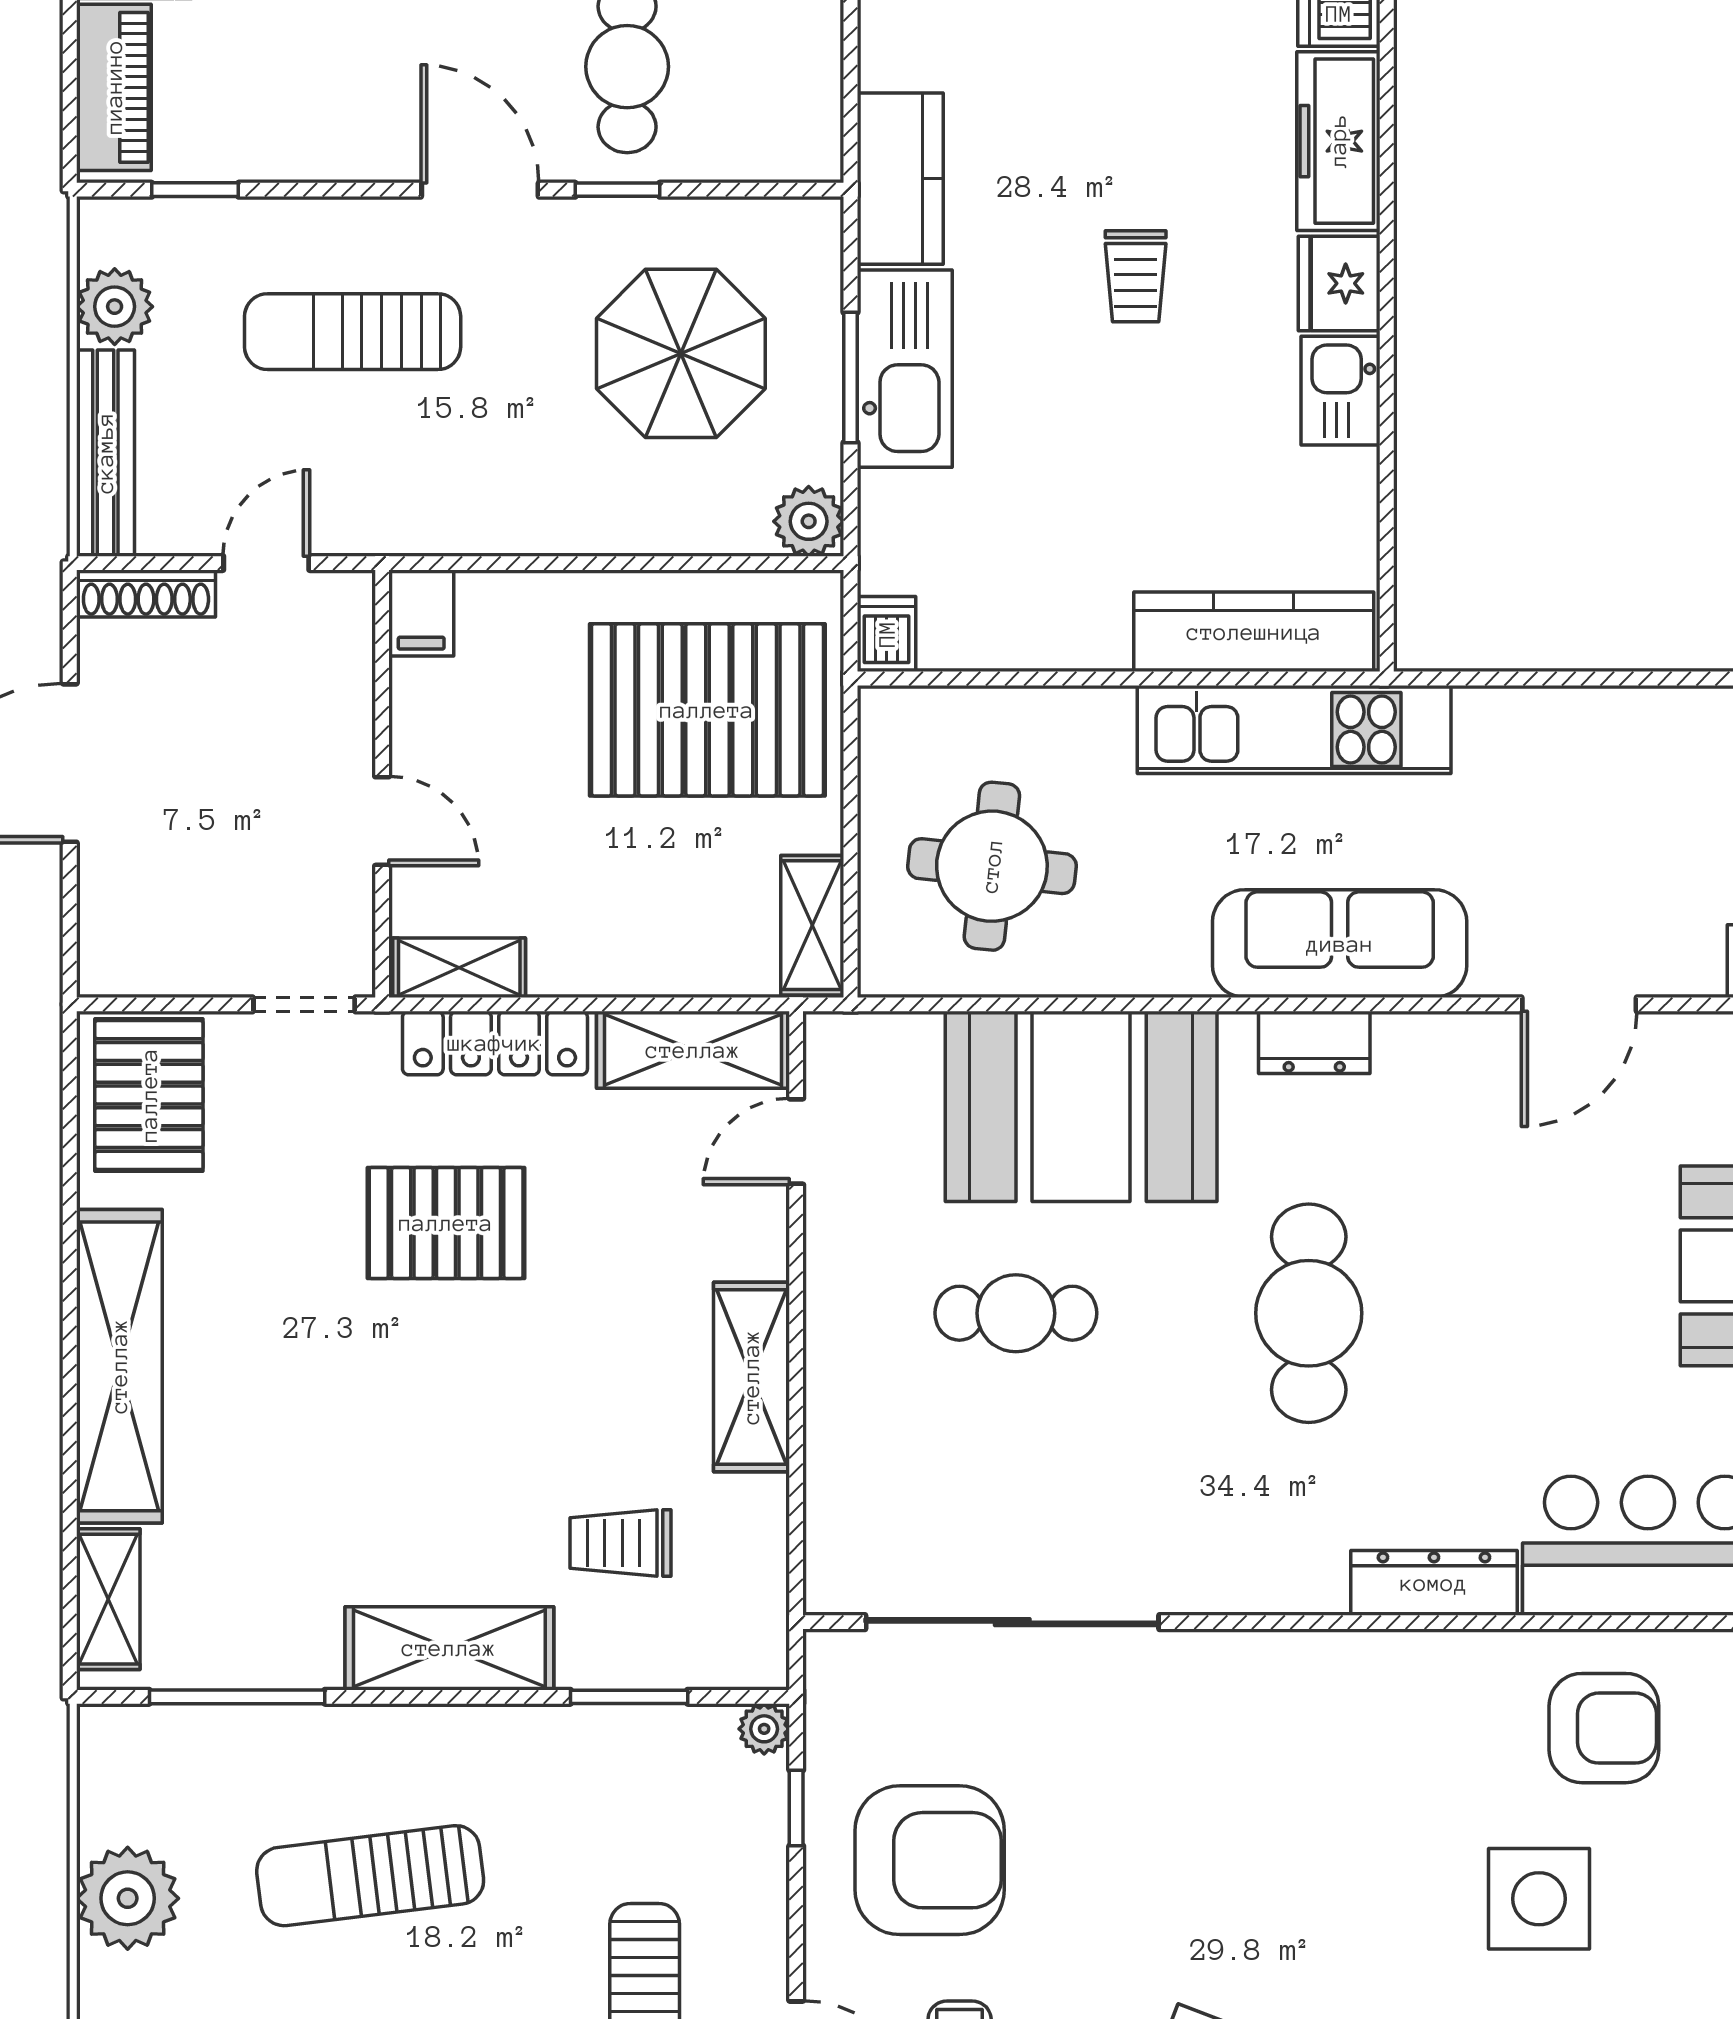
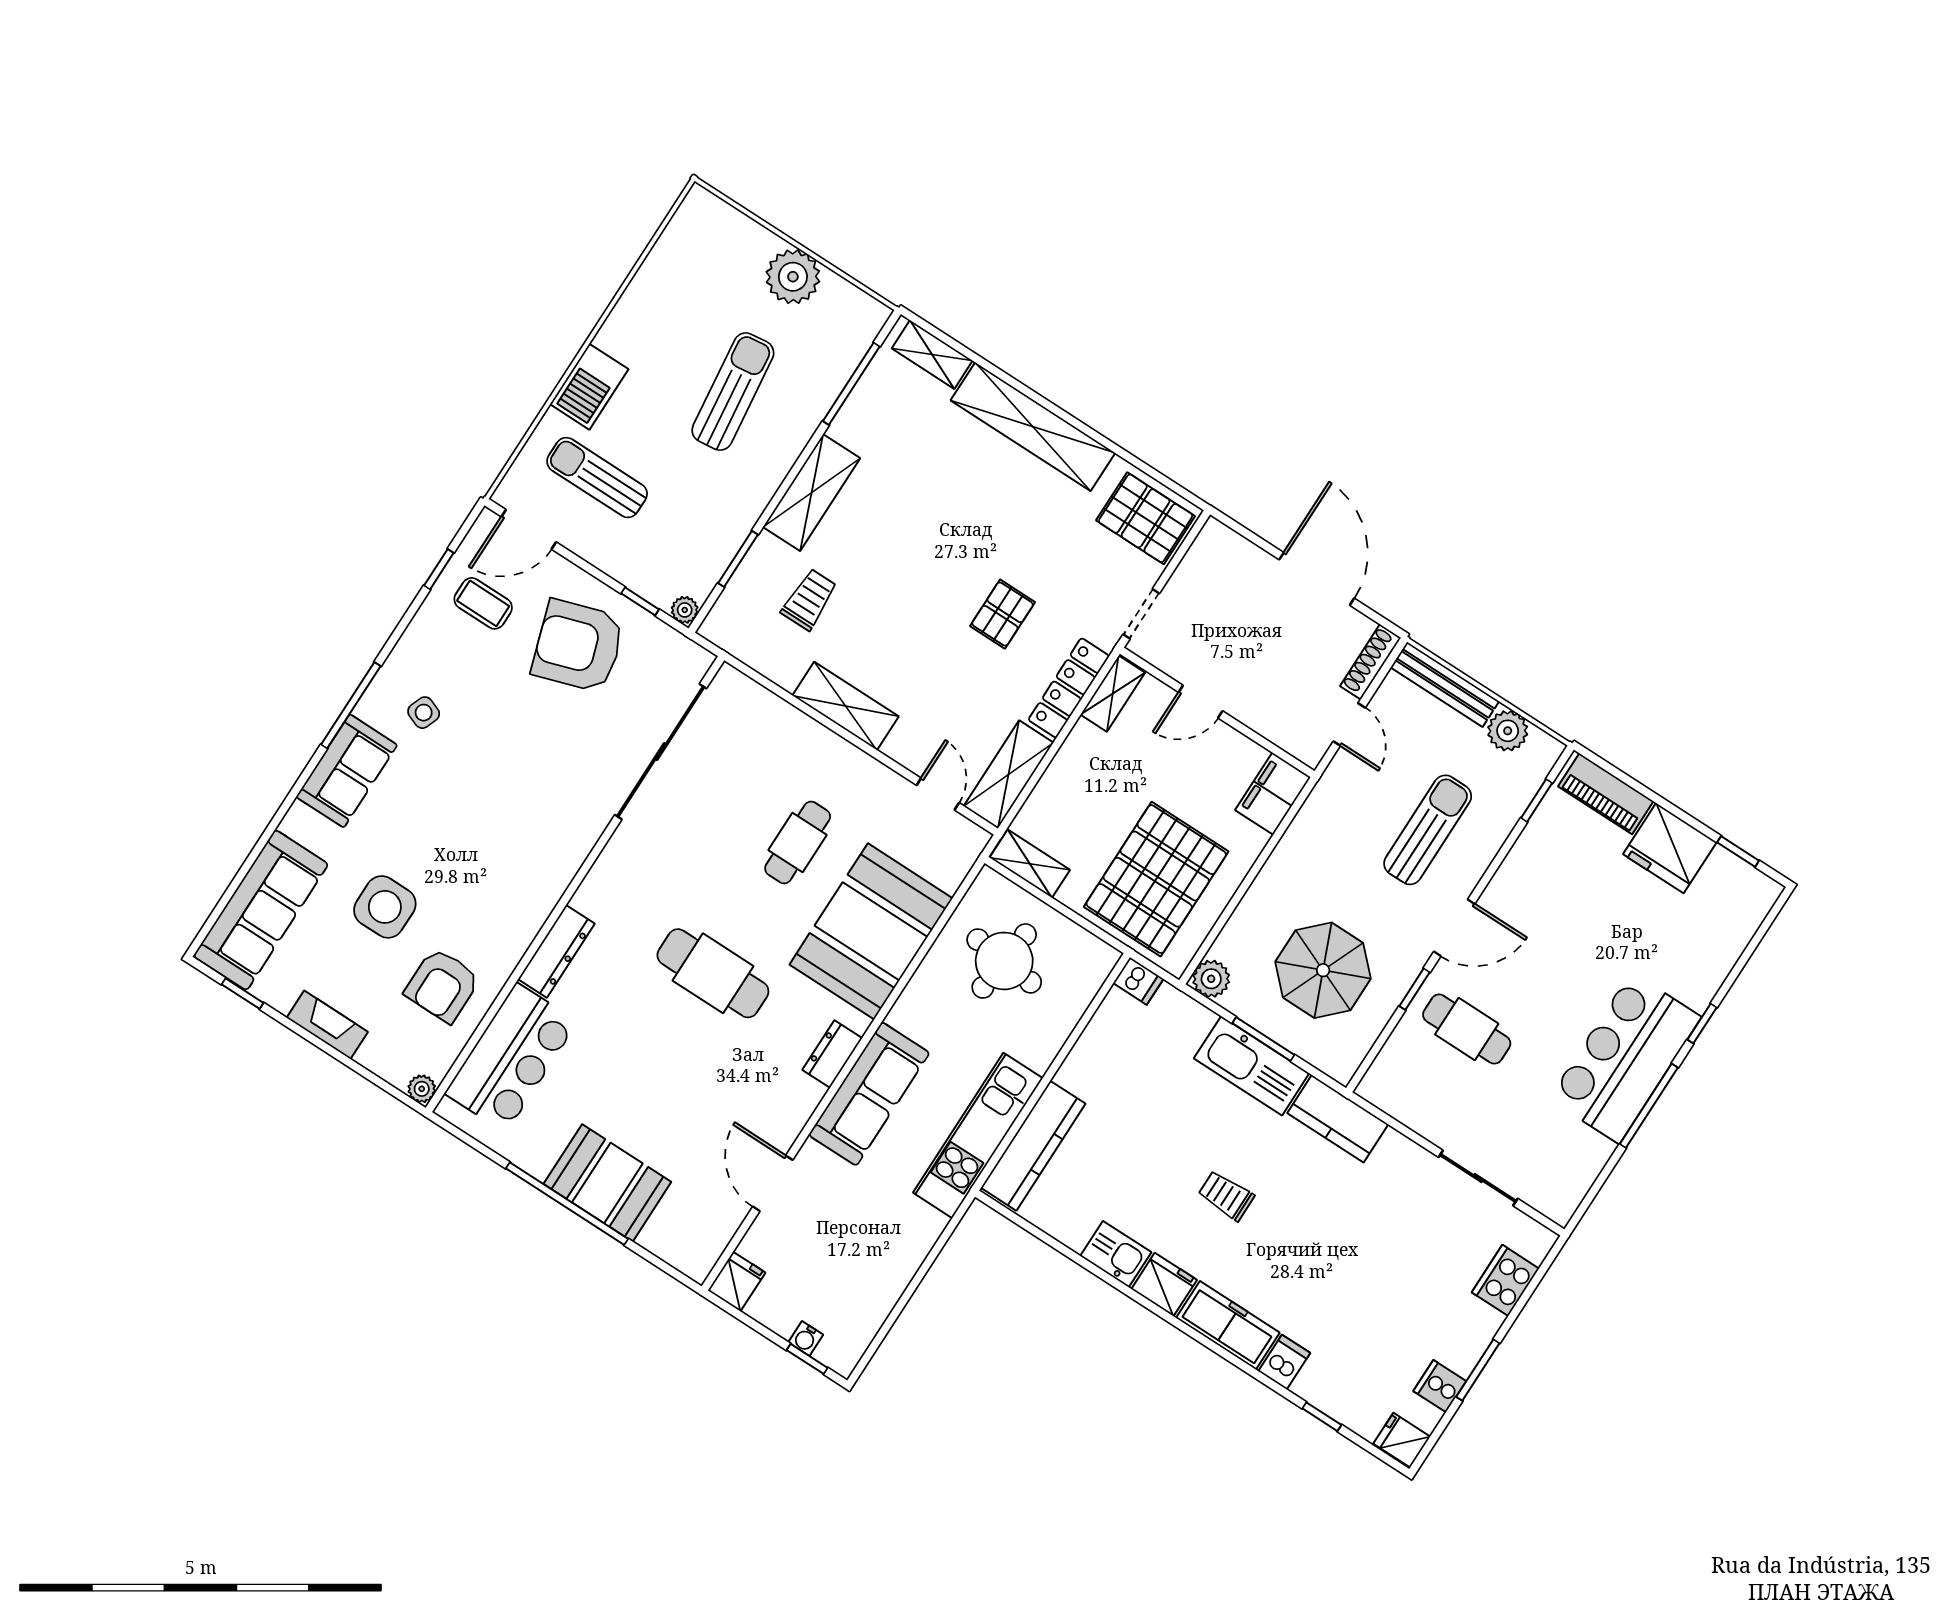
filing cabinet: (421, 613) -> (1273, 794), width x2.00
pallet: (446, 1223) -> (1003, 614), width x0.67, depth x0.71
armchair: (930, 1860) -> (578, 646), turned 72

